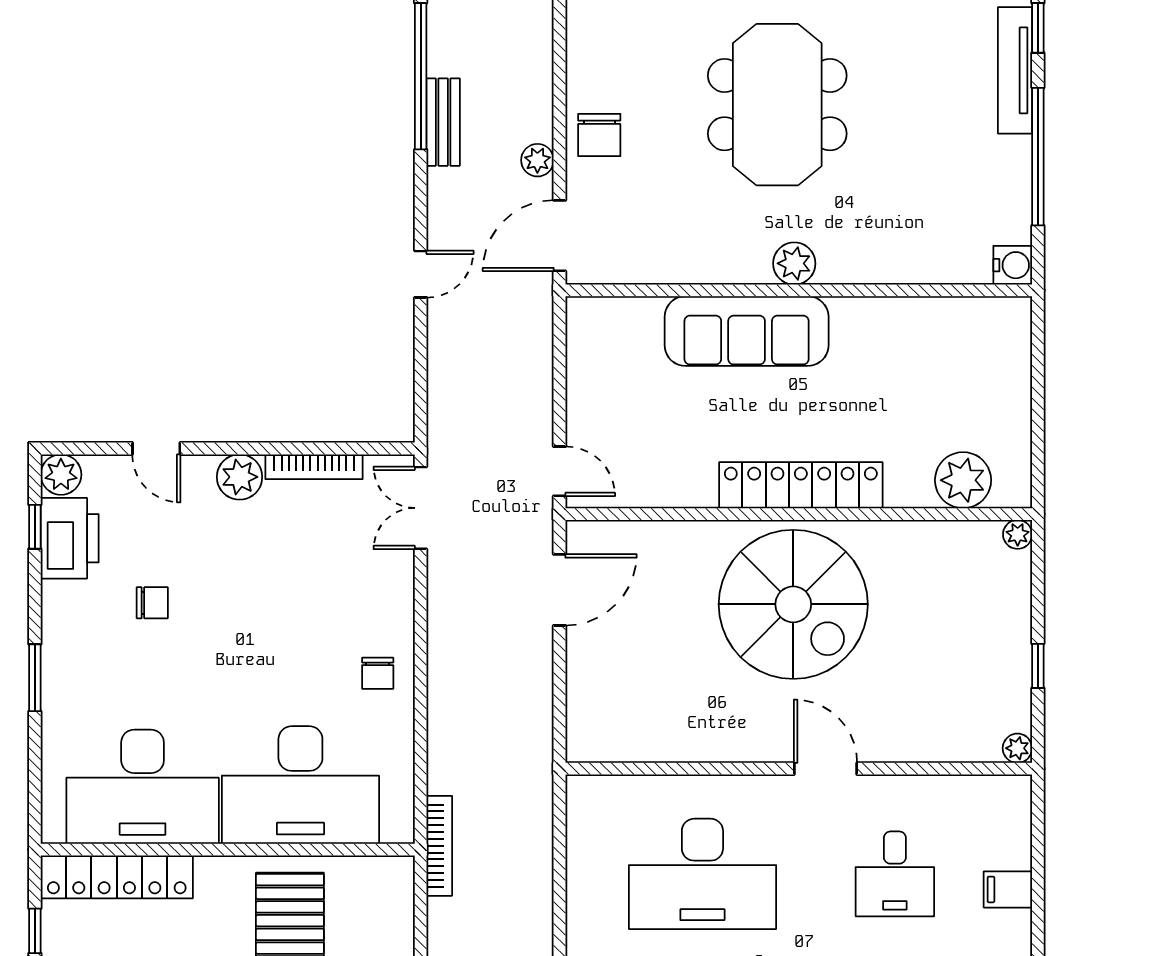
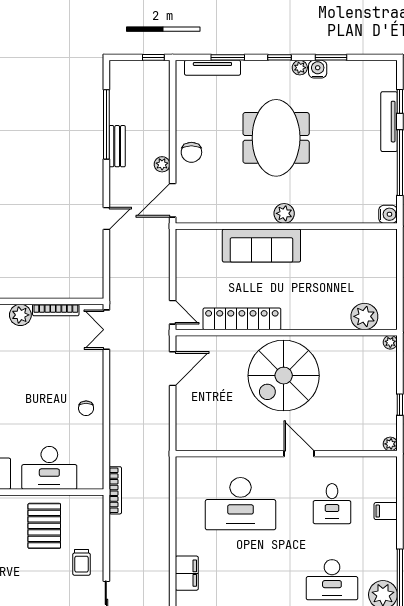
locker: (801, 485) -> (242, 319), moved
spiral stairs: (793, 604) -> (284, 376), turned 90
desk: (300, 785) -> (49, 468), width x0.73, depth x0.77

